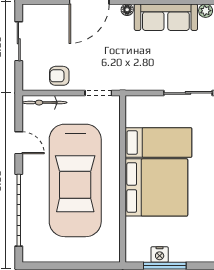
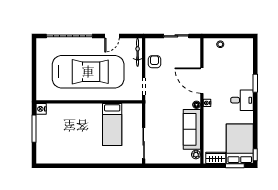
car: (75, 180) -> (88, 72), turned 180
bed: (156, 187) -> (84, 123), removed
nightstand: (160, 255) -> (41, 109), moved

